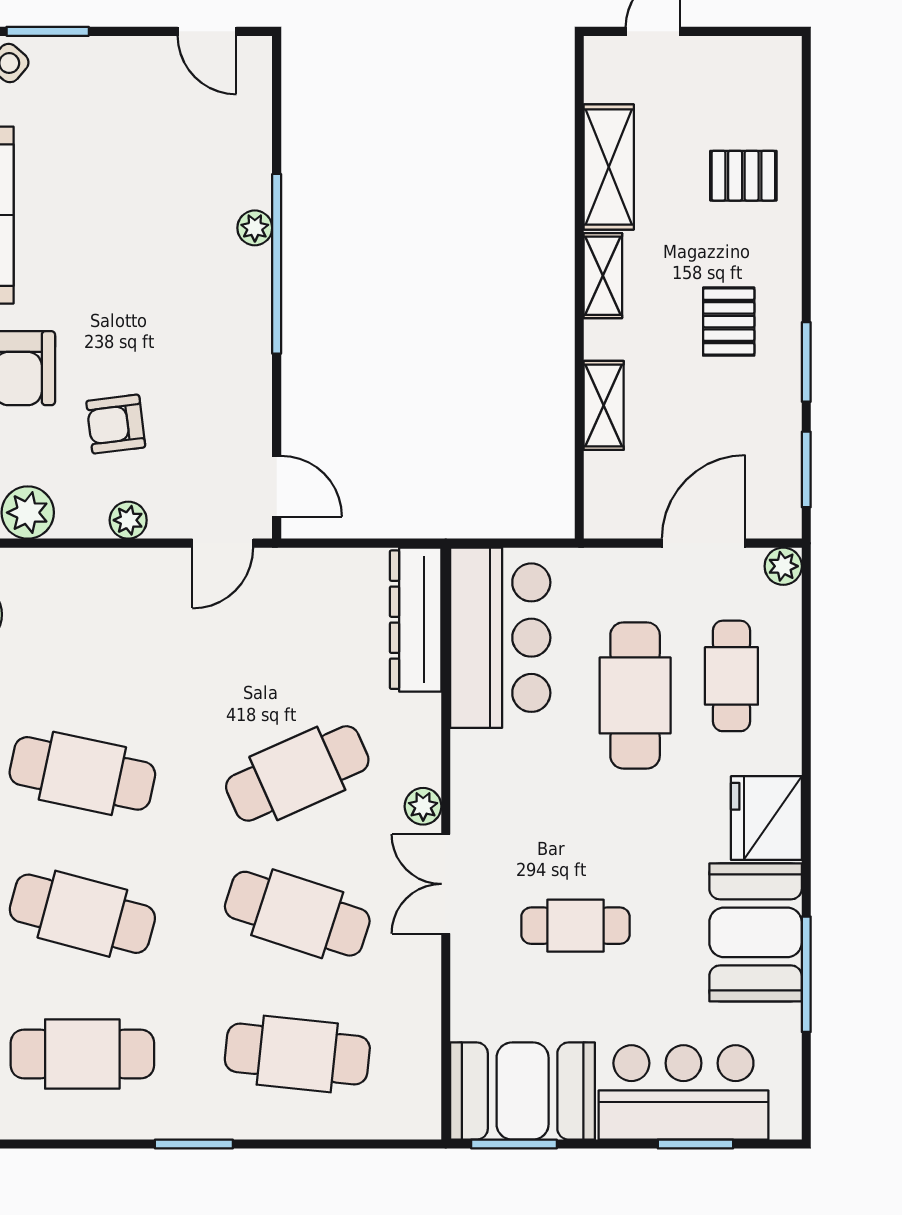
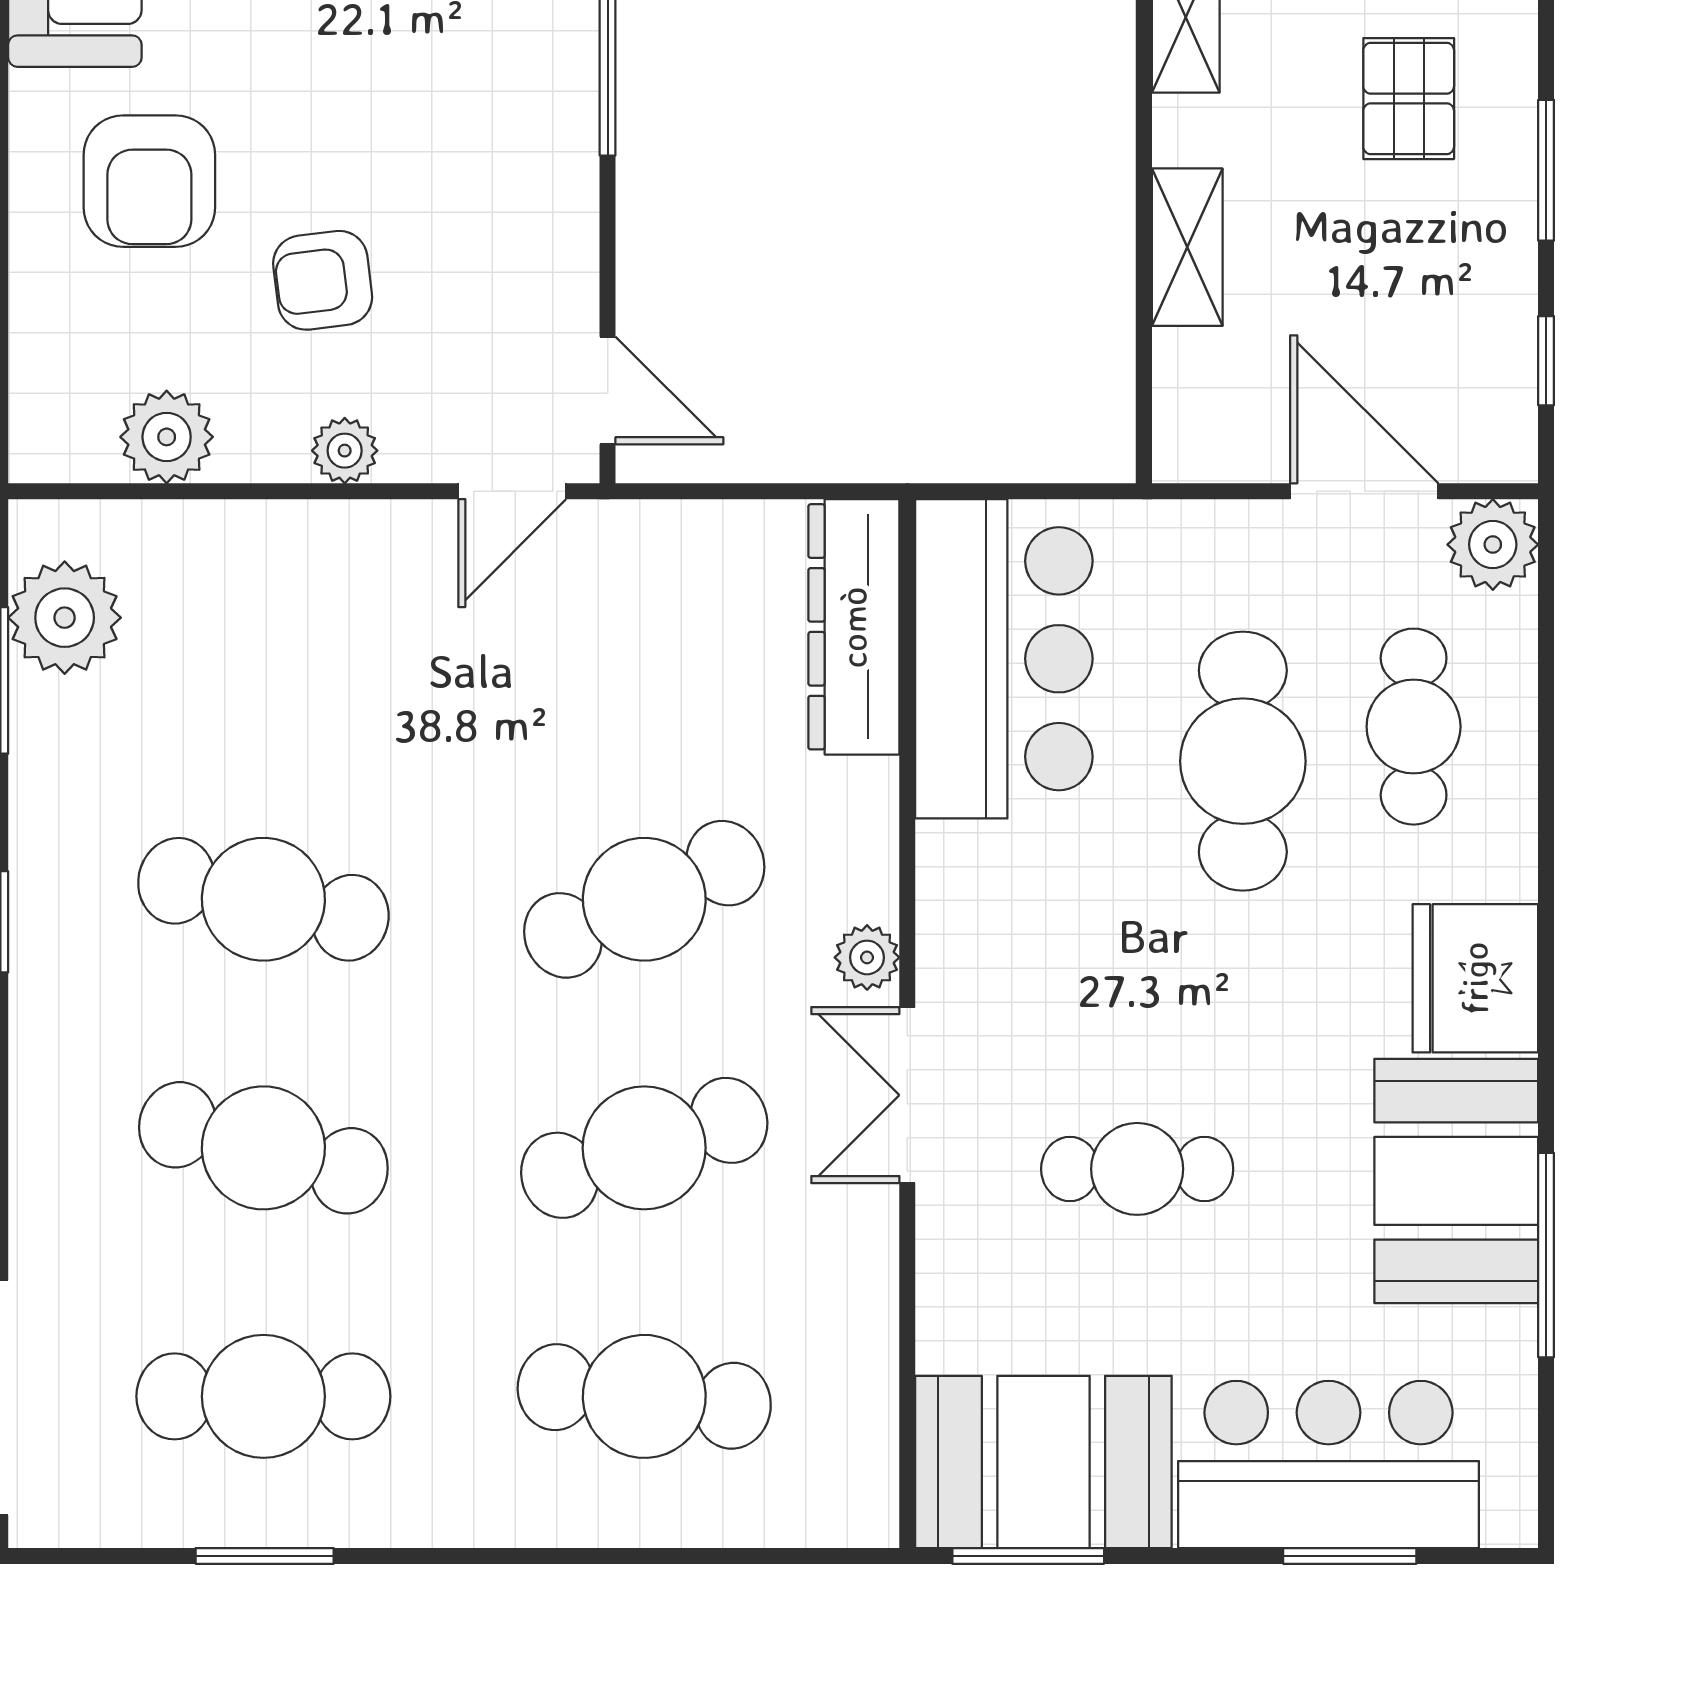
window: (806, 469) -> (1546, 361), width x0.67
door: (704, 543) -> (1364, 491), hinge flipped
plant: (783, 566) -> (1493, 545), width x1.38, depth x1.38
cafe table: (297, 914) -> (644, 1148), turned -36
window: (194, 1144) -> (265, 1556), moved

